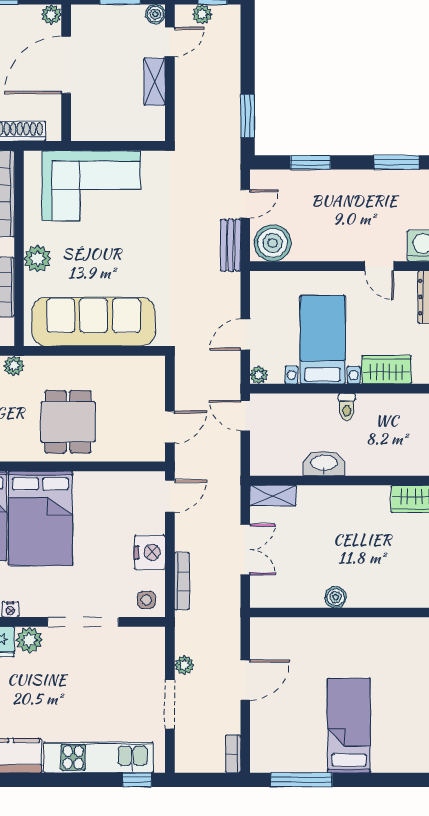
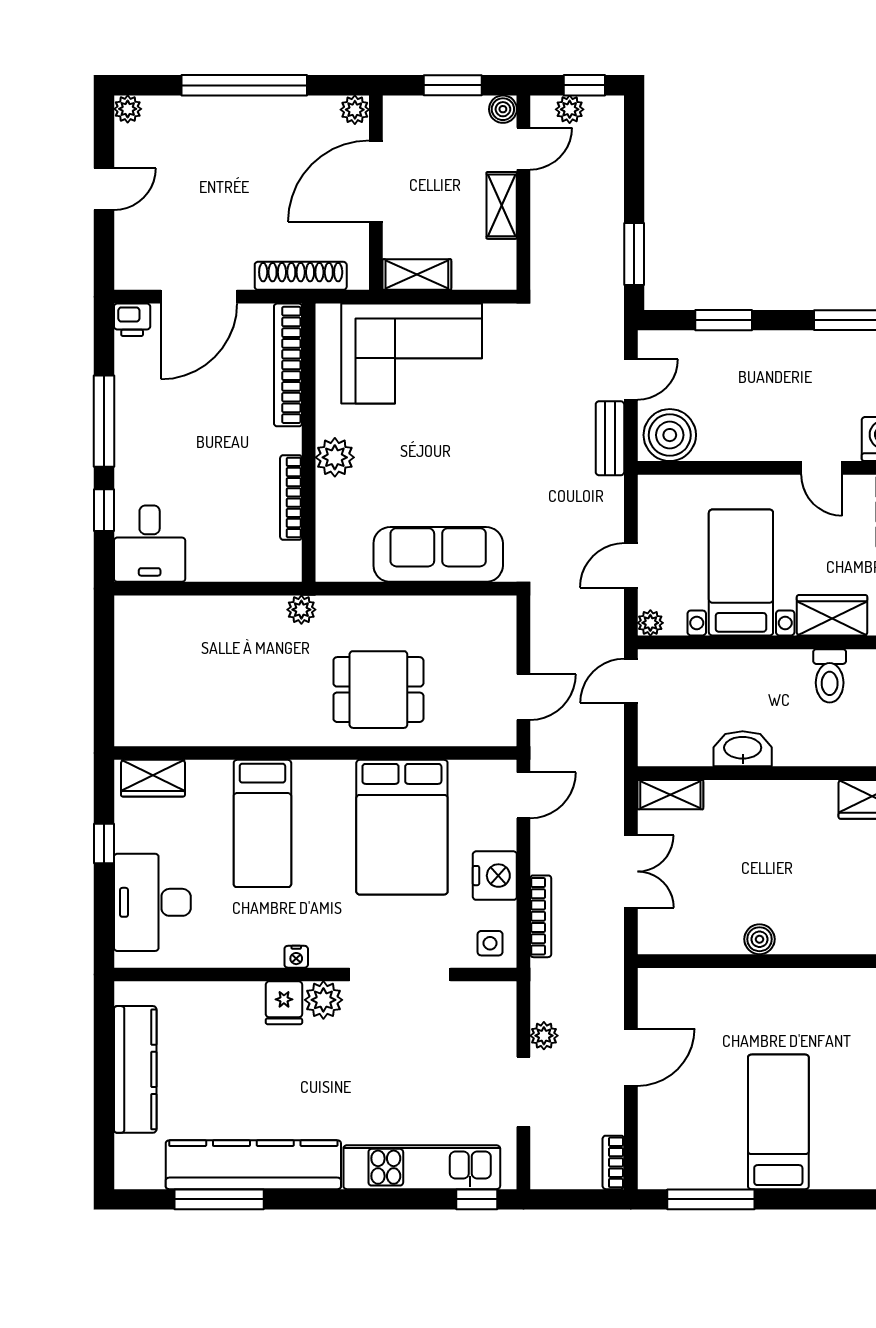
shelving: (95, 130) -> (417, 275), added
sofa: (94, 322) -> (438, 554), width x0.74, depth x0.79
toilet: (347, 407) -> (830, 676), moved, width x1.37, depth x1.39
door: (245, 416) -> (631, 681), hinge flipped
dining table: (68, 422) -> (378, 690), turned 90
bed: (40, 518) -> (402, 827), moved

